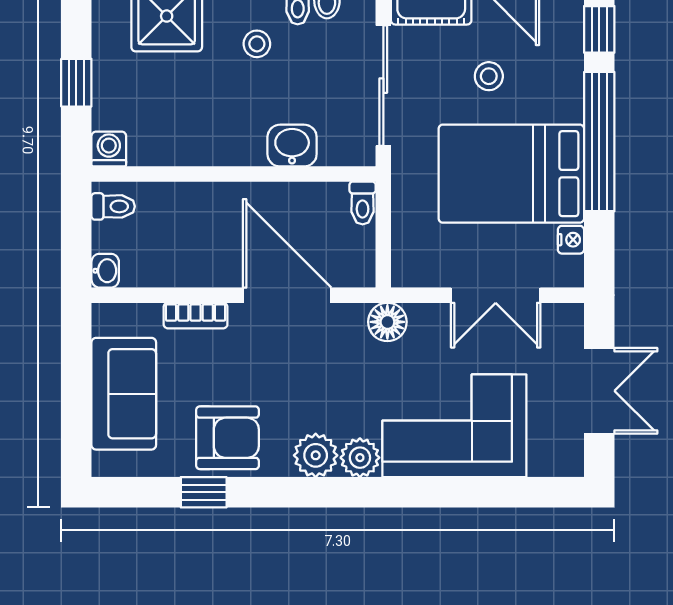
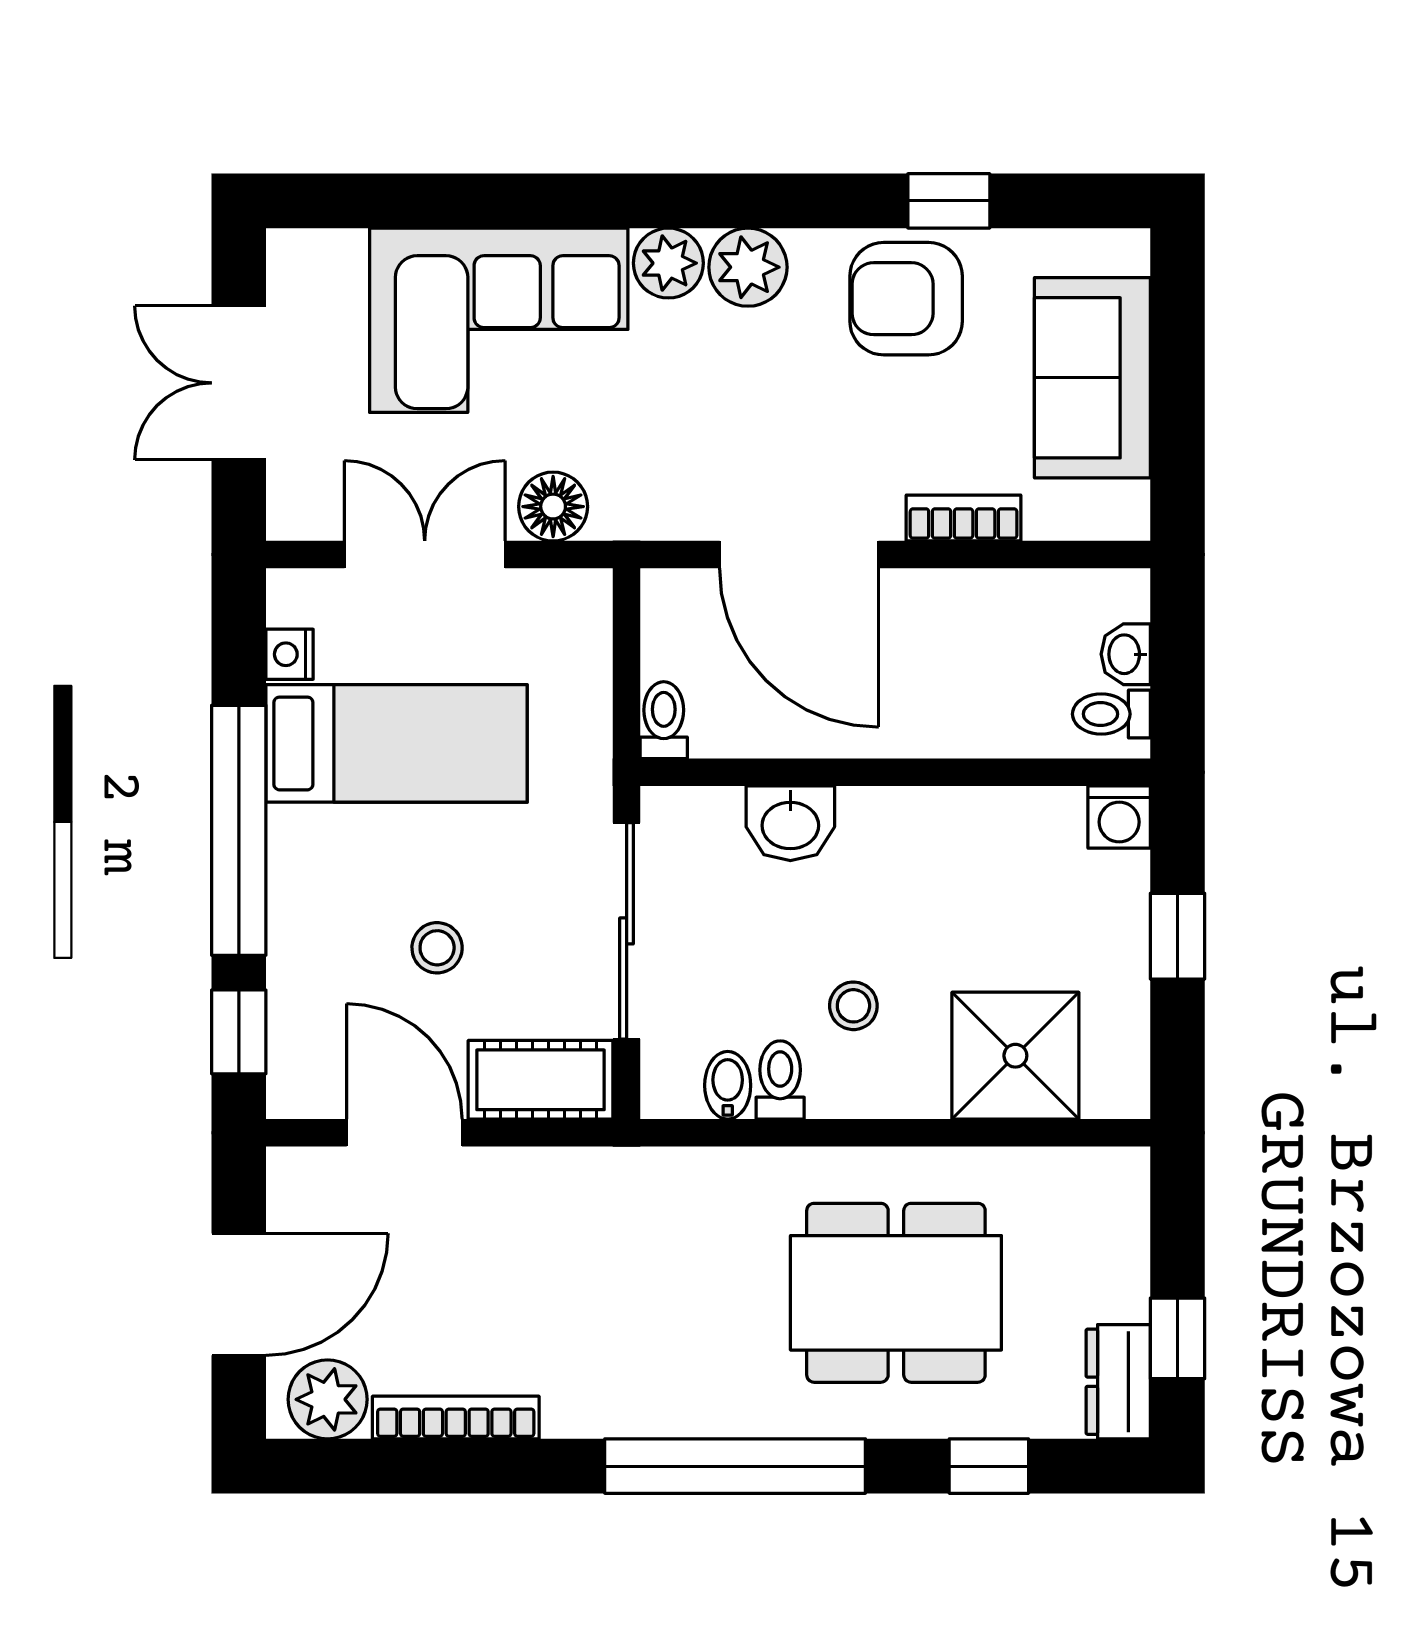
bed: (511, 174) -> (397, 743), width x0.67
washbasin: (105, 271) -> (1126, 654), moved
floor lamp: (387, 322) -> (553, 507), moved

